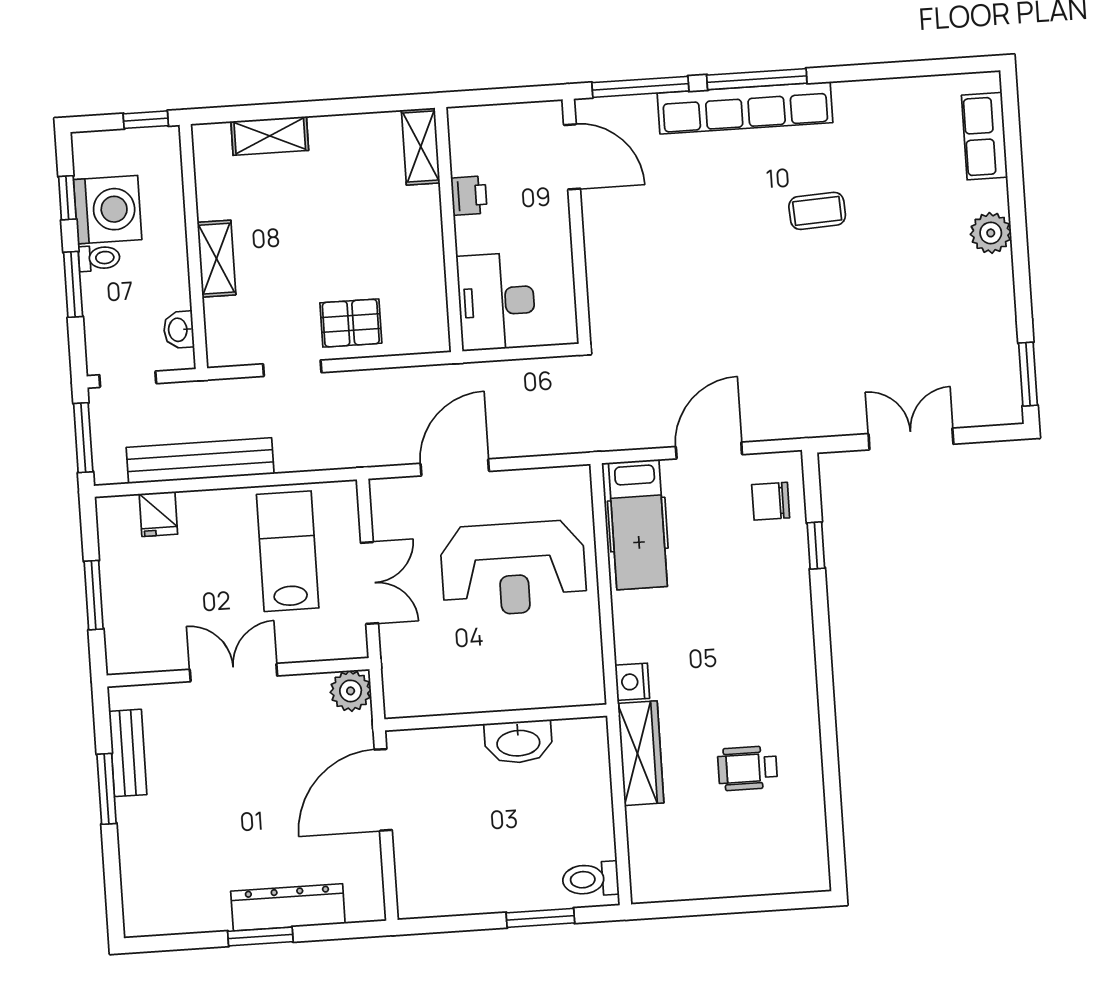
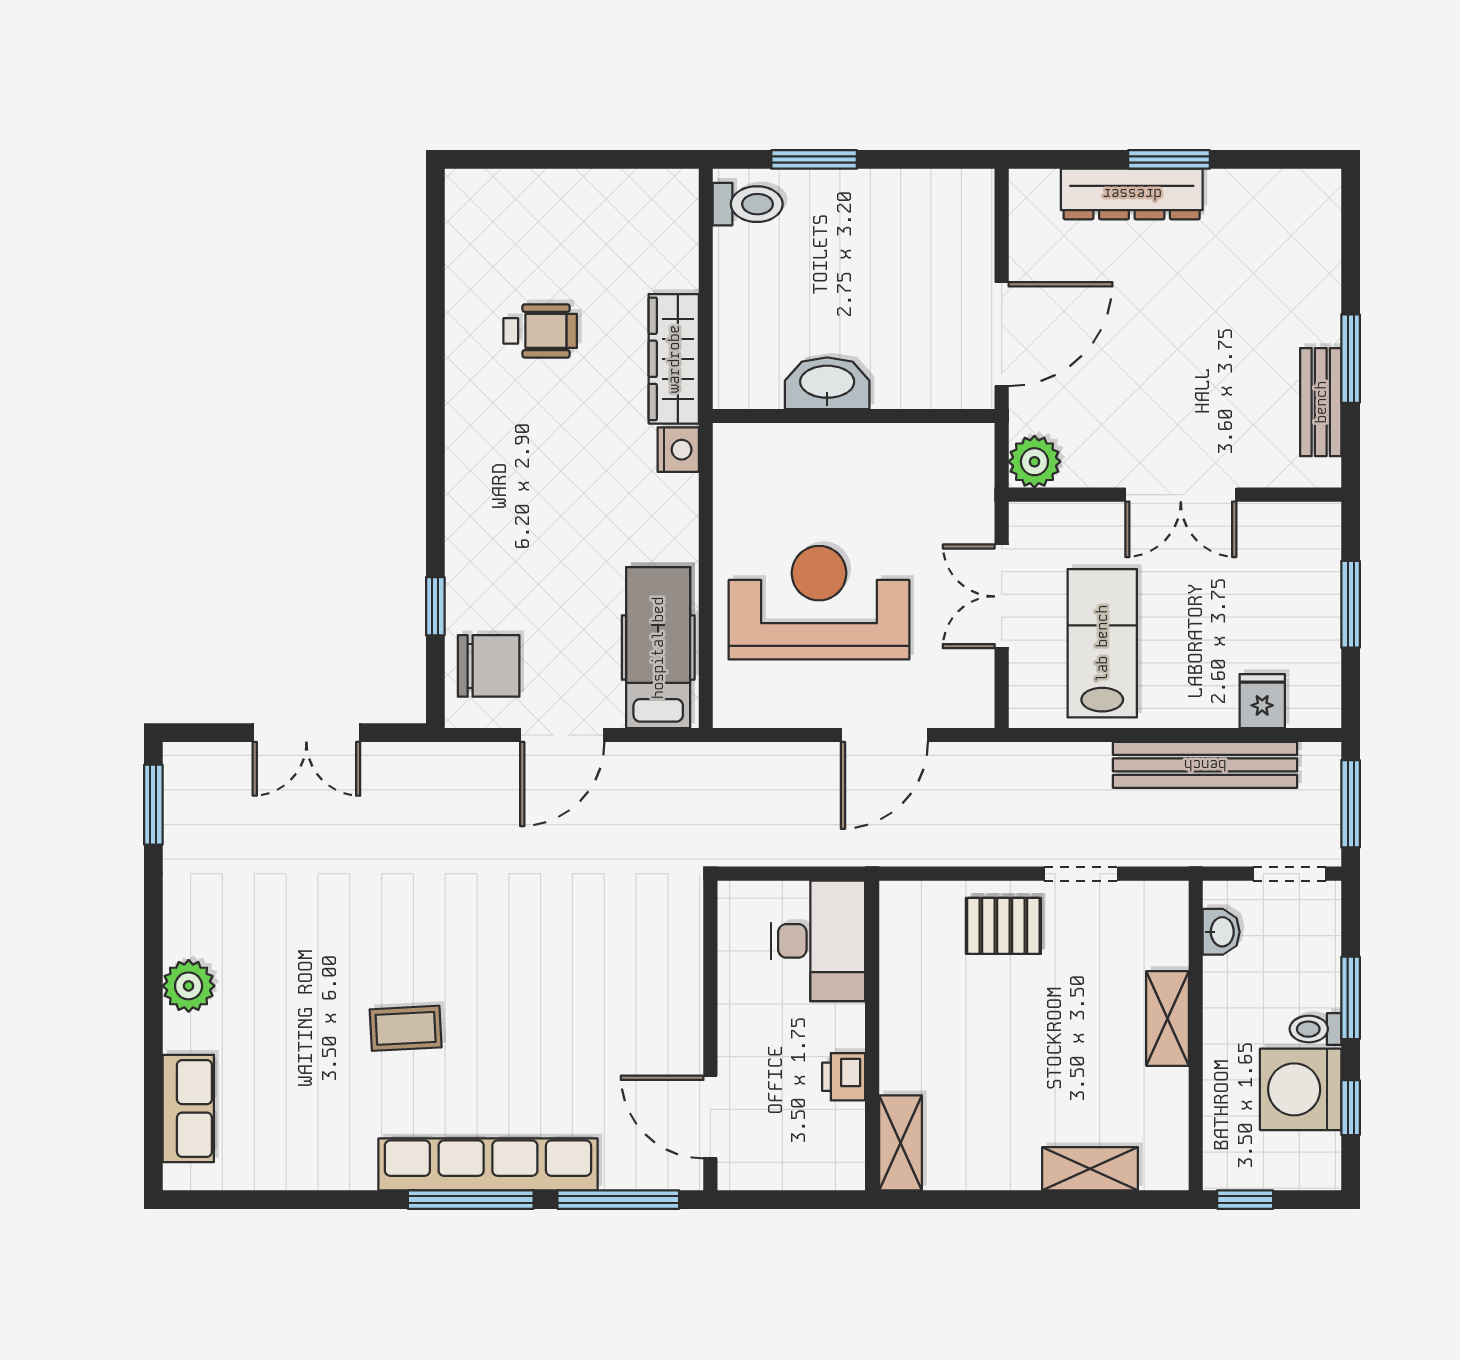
chair: (771, 501) -> (489, 666), width x1.37, depth x1.37
lab bench: (288, 551) -> (1102, 643), turned 180

